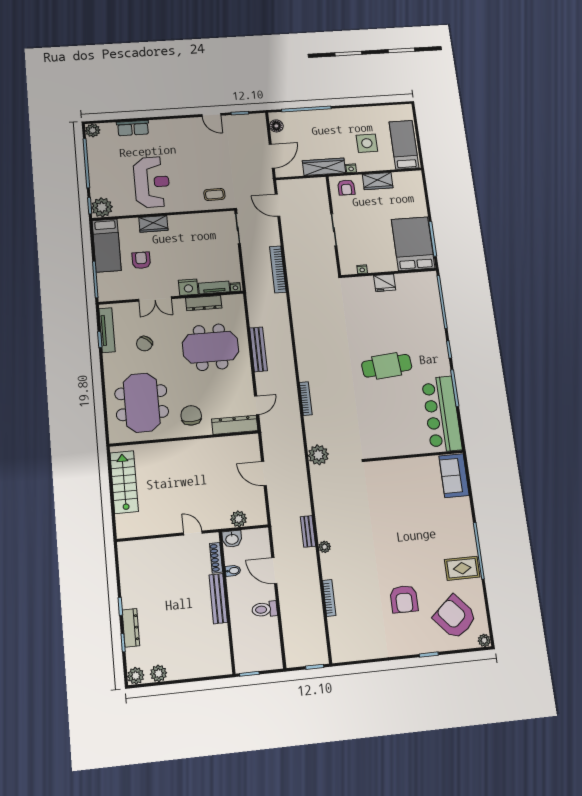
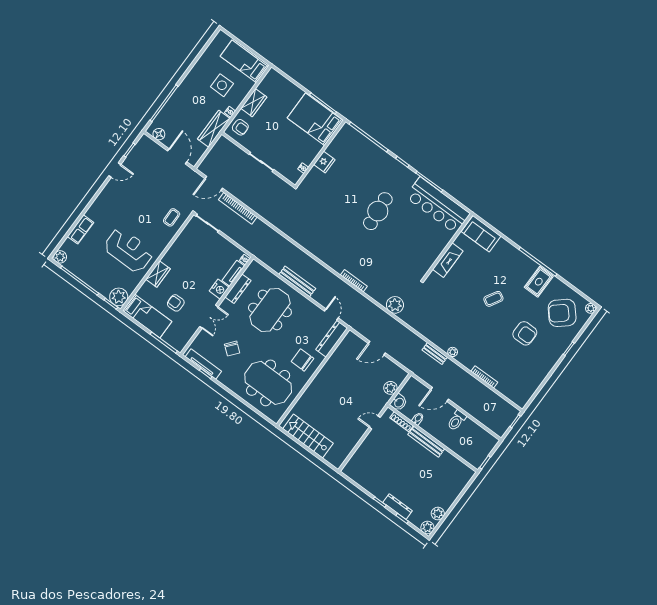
bookcase: (278, 269) -> (238, 208), moved
fireplace: (403, 467) -> (448, 260), added
coffee table: (408, 540) -> (493, 299), added

